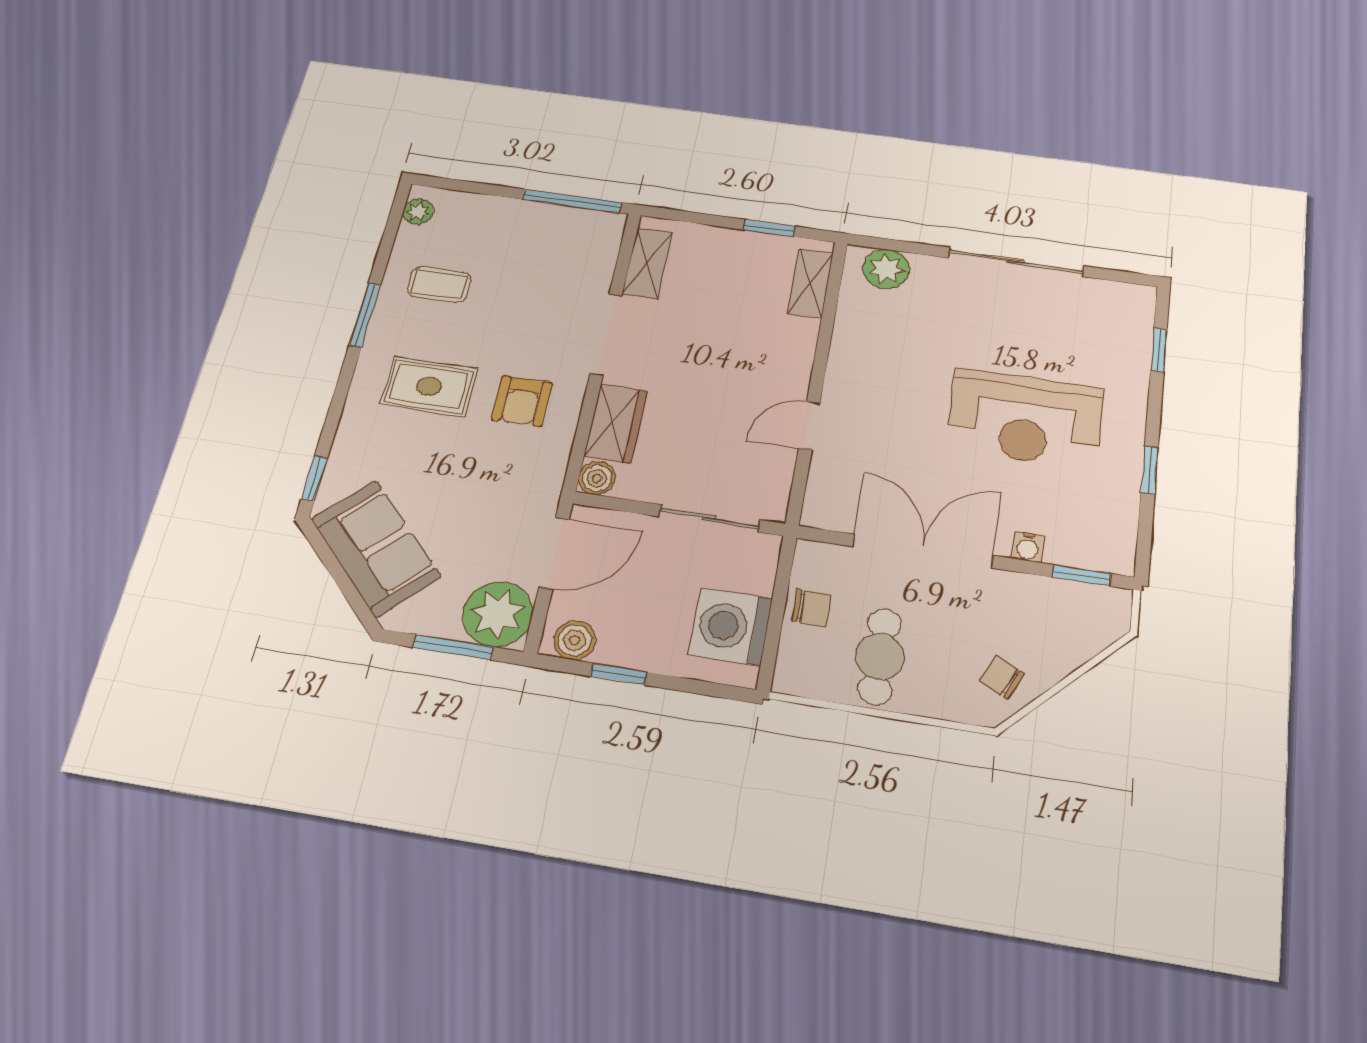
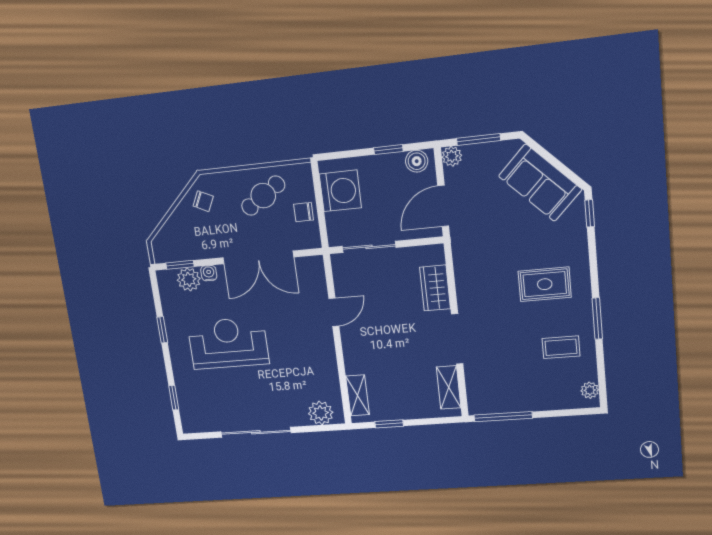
armchair: (522, 401) -> (490, 288), removed
boiler: (597, 478) -> (435, 254), removed
plant: (1071, 546) -> (189, 279), added
plant: (498, 614) -> (452, 156), width x0.53, depth x0.53
cafe table: (880, 656) -> (263, 196), turned 57

